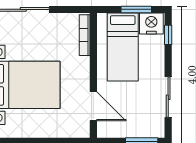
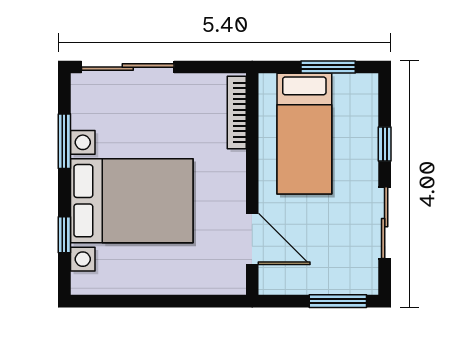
nightstand: (151, 24) -> (355, 92), removed
window: (168, 35) -> (385, 144), moved

